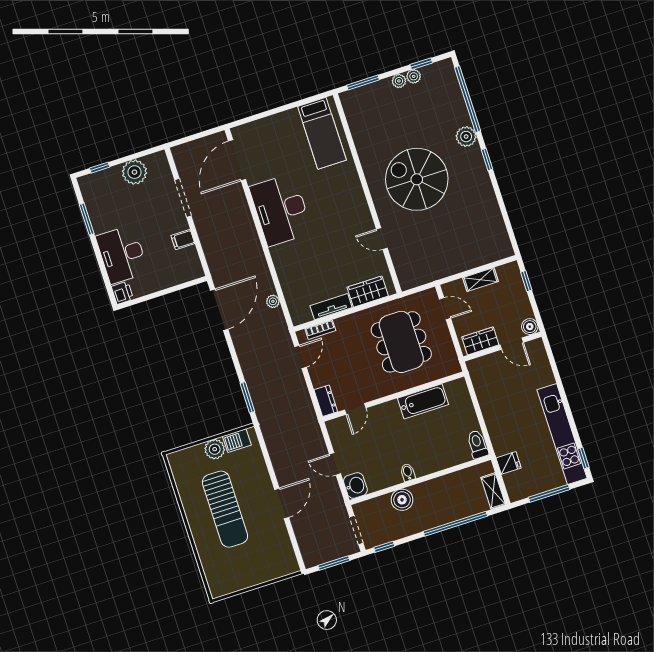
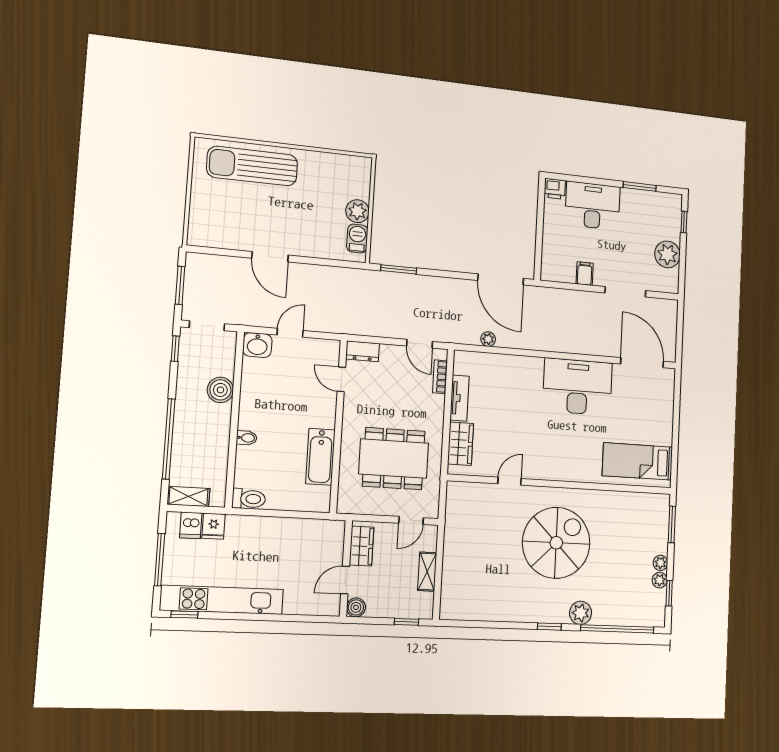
bidet: (408, 472) -> (247, 438), moved
dishwasher: (514, 480) -> (191, 525), added
sun lounger: (225, 509) -> (252, 166), moved

